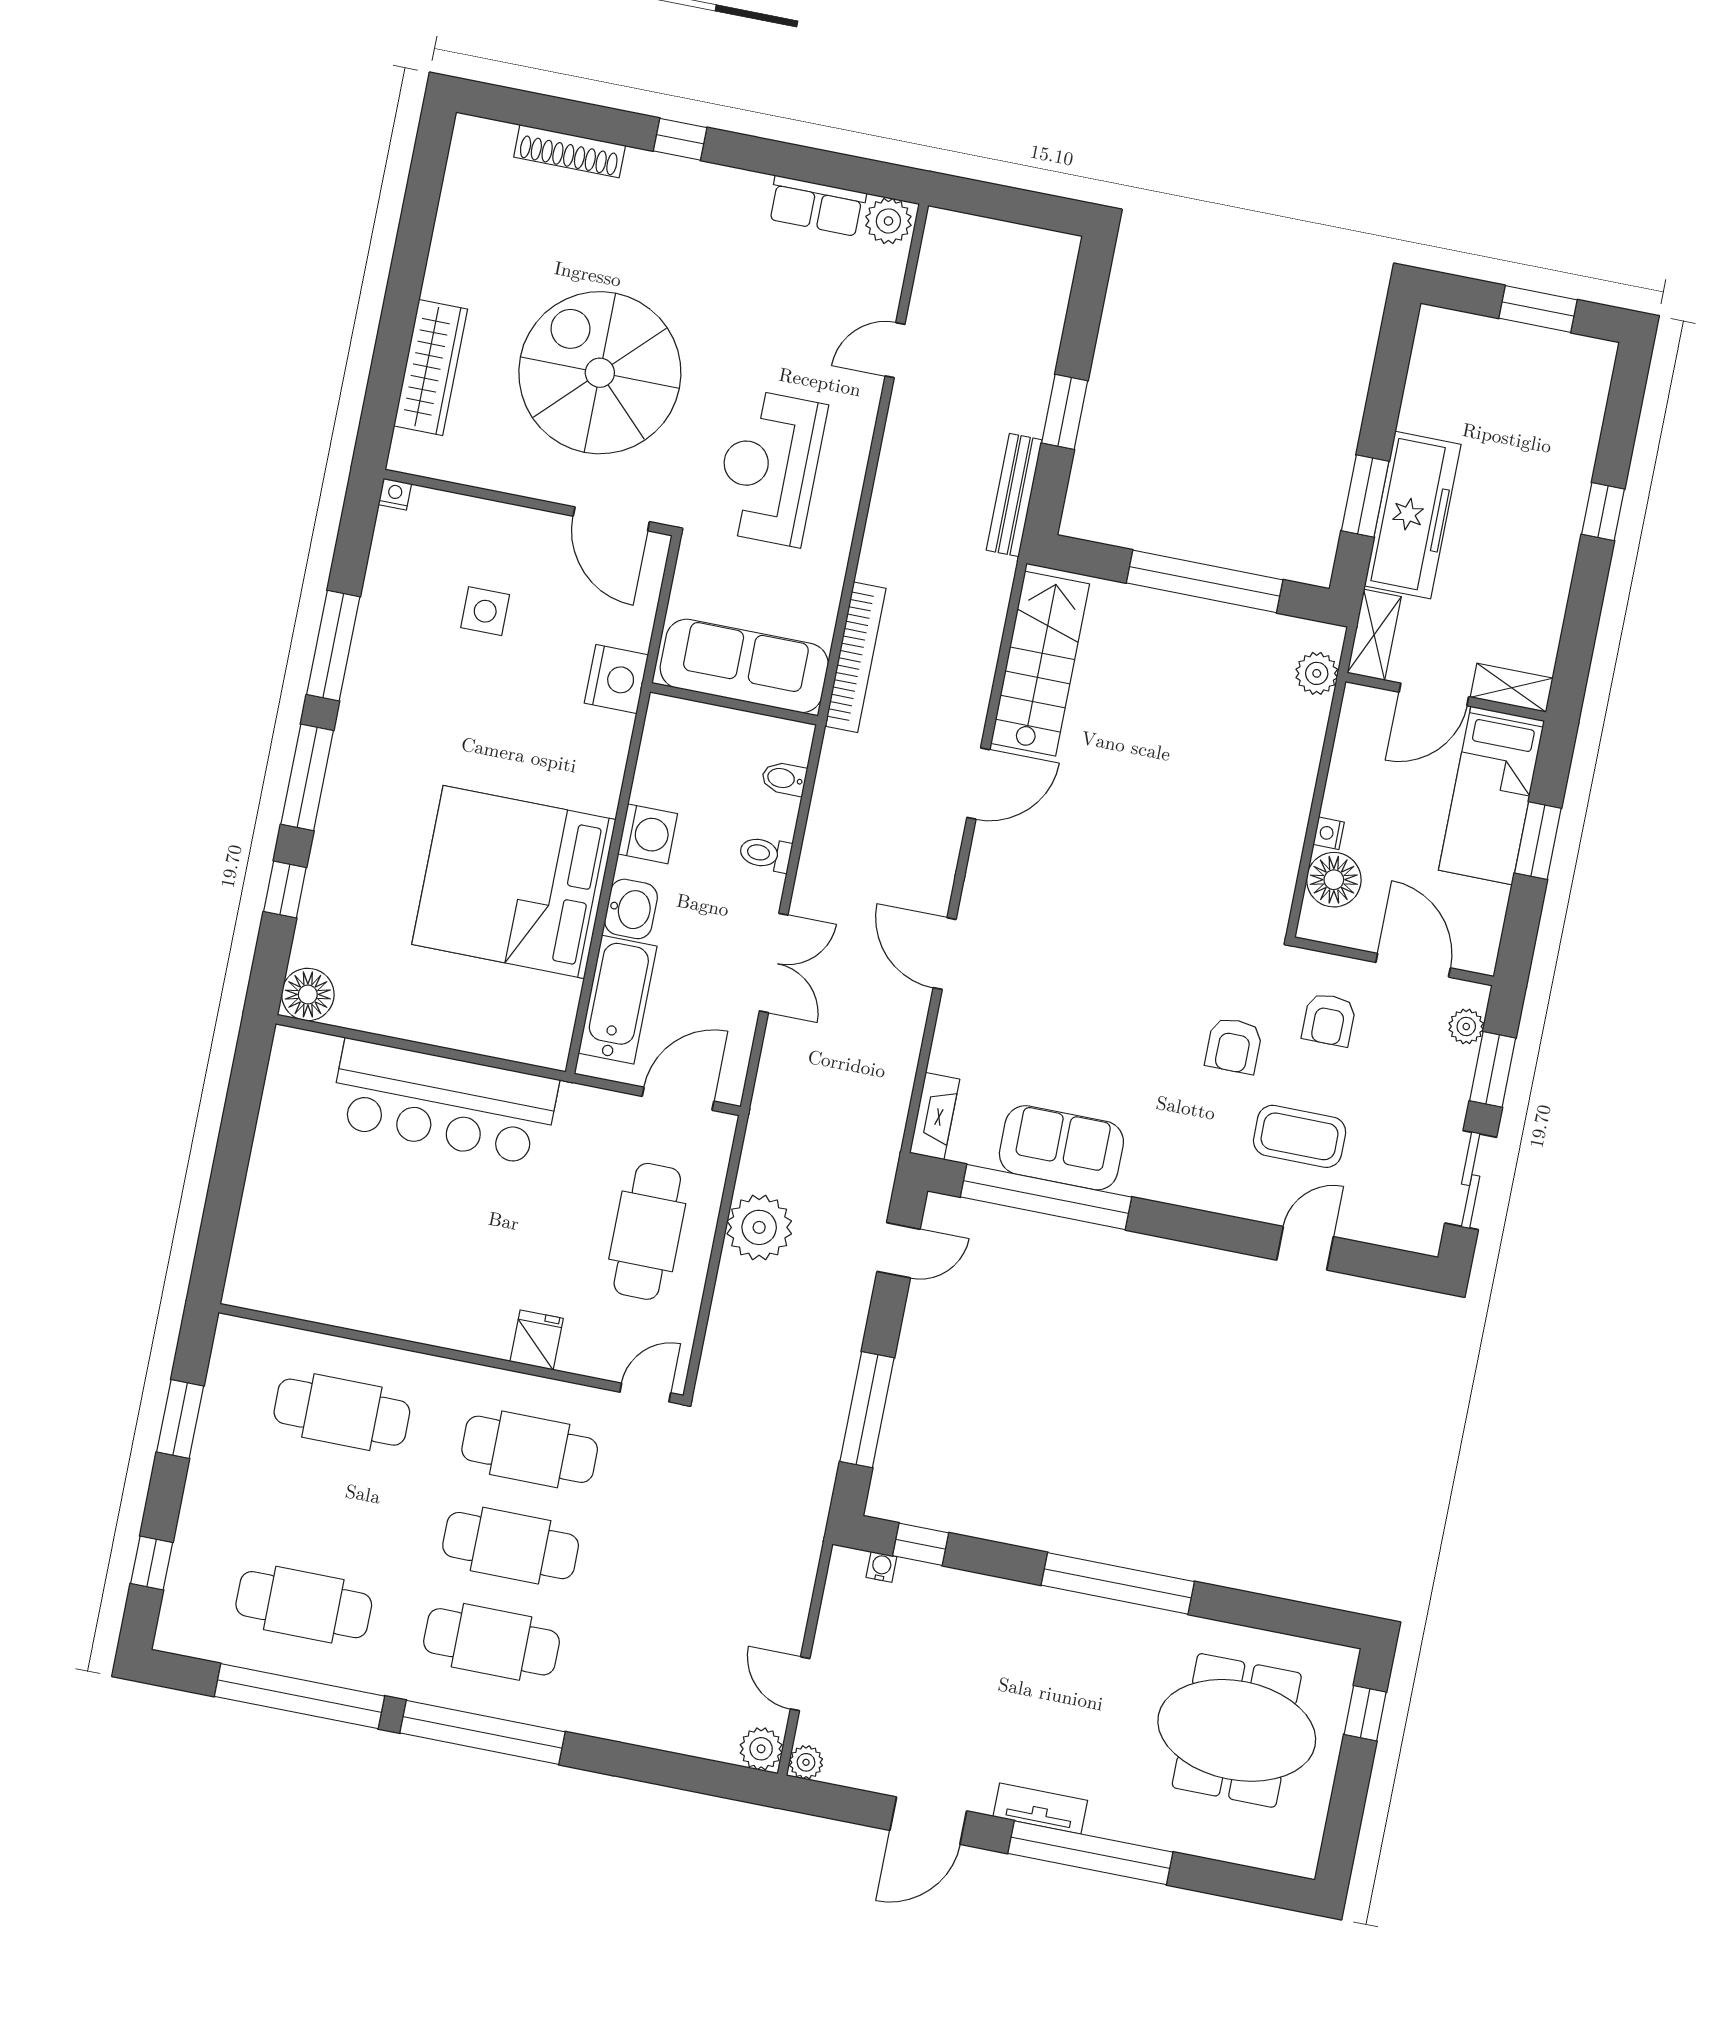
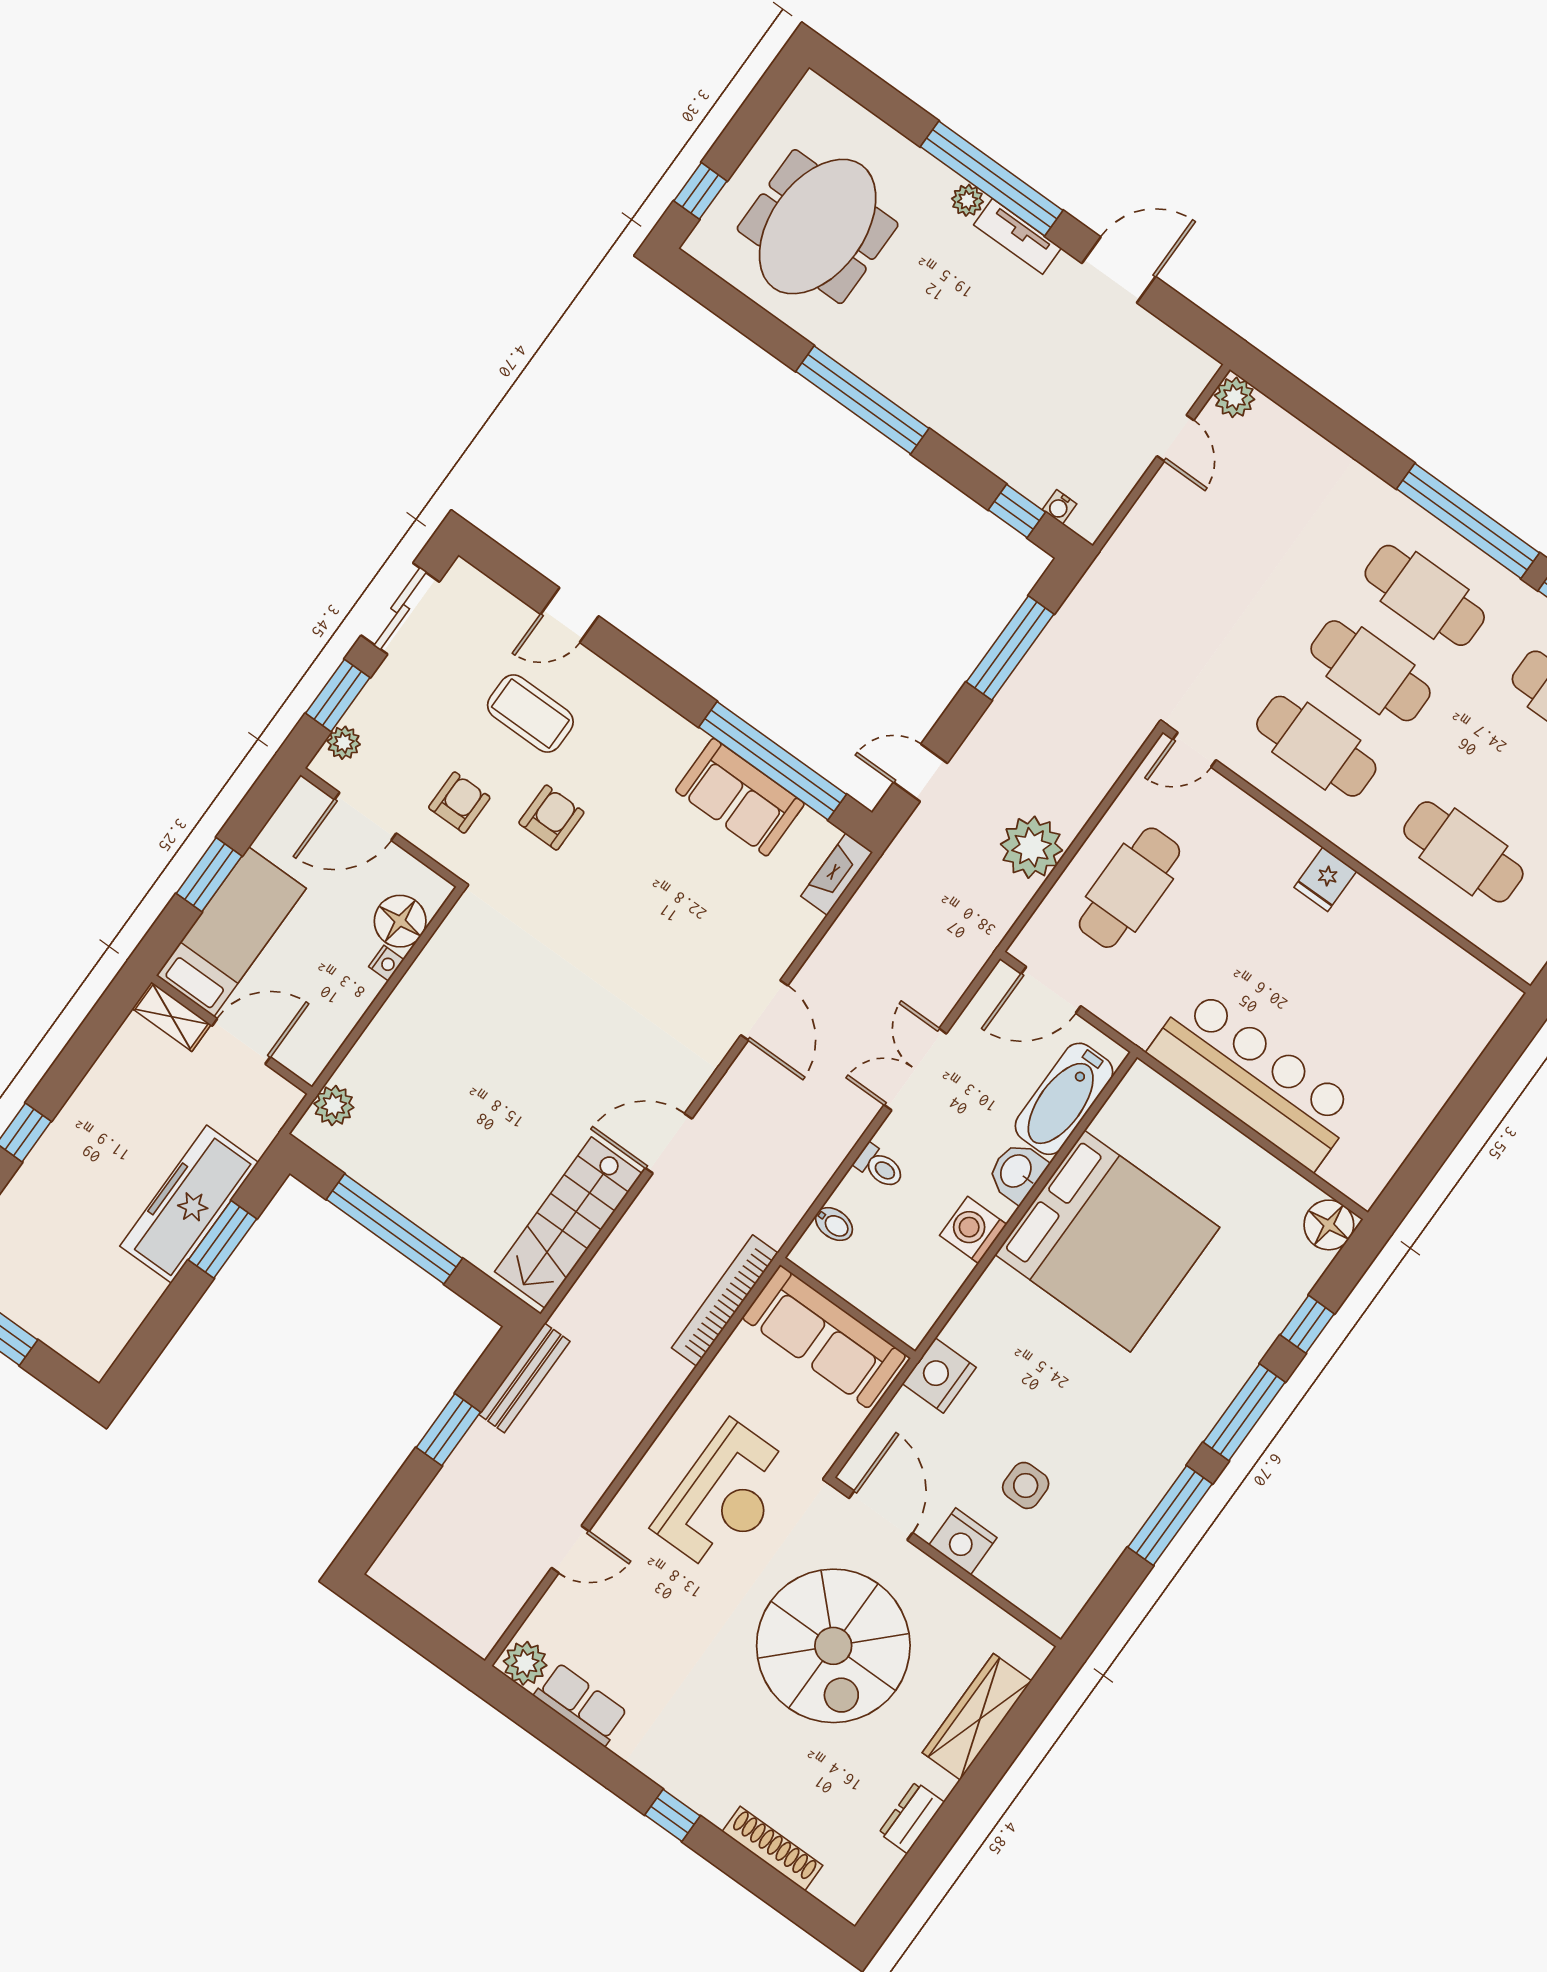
dresser: (449, 242) -> (911, 1818), added
nightstand: (395, 494) -> (963, 1541), moved, width x1.89, depth x1.79
shelving: (1374, 635) -> (269, 1116), removed
door: (1413, 965) -> (365, 816), hinge flipped
fridge: (537, 1340) -> (1325, 879), moved
meeting table: (1237, 1730) -> (818, 227), turned 90
plant: (806, 1762) -> (968, 200), moved

